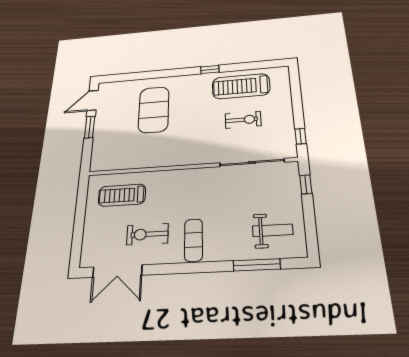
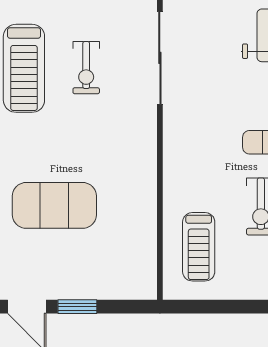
exercise bike: (243, 120) -> (86, 68), turned 180

